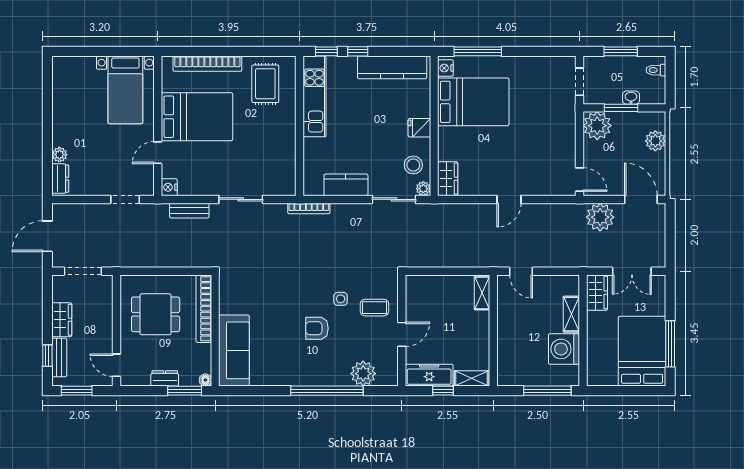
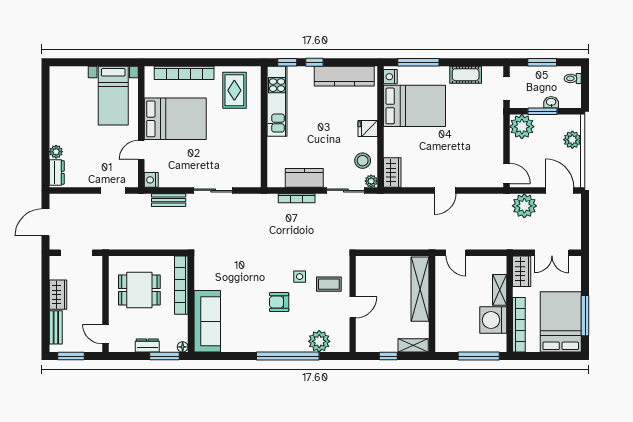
cot: (532, 66) -> (466, 75), added
bookcase: (309, 208) -> (297, 198), moved
shelving: (482, 293) -> (420, 289), width x2.20, depth x1.33
bookcase: (594, 354) -> (519, 325), added
window: (47, 356) -> (46, 326), removed
freezer: (429, 375) -> (376, 343), removed

